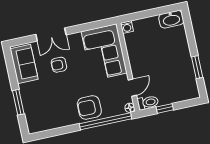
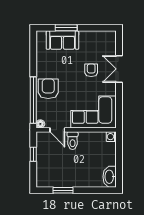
sofa: (24, 64) -> (62, 40), moved
toilet: (148, 103) -> (73, 141), moved

